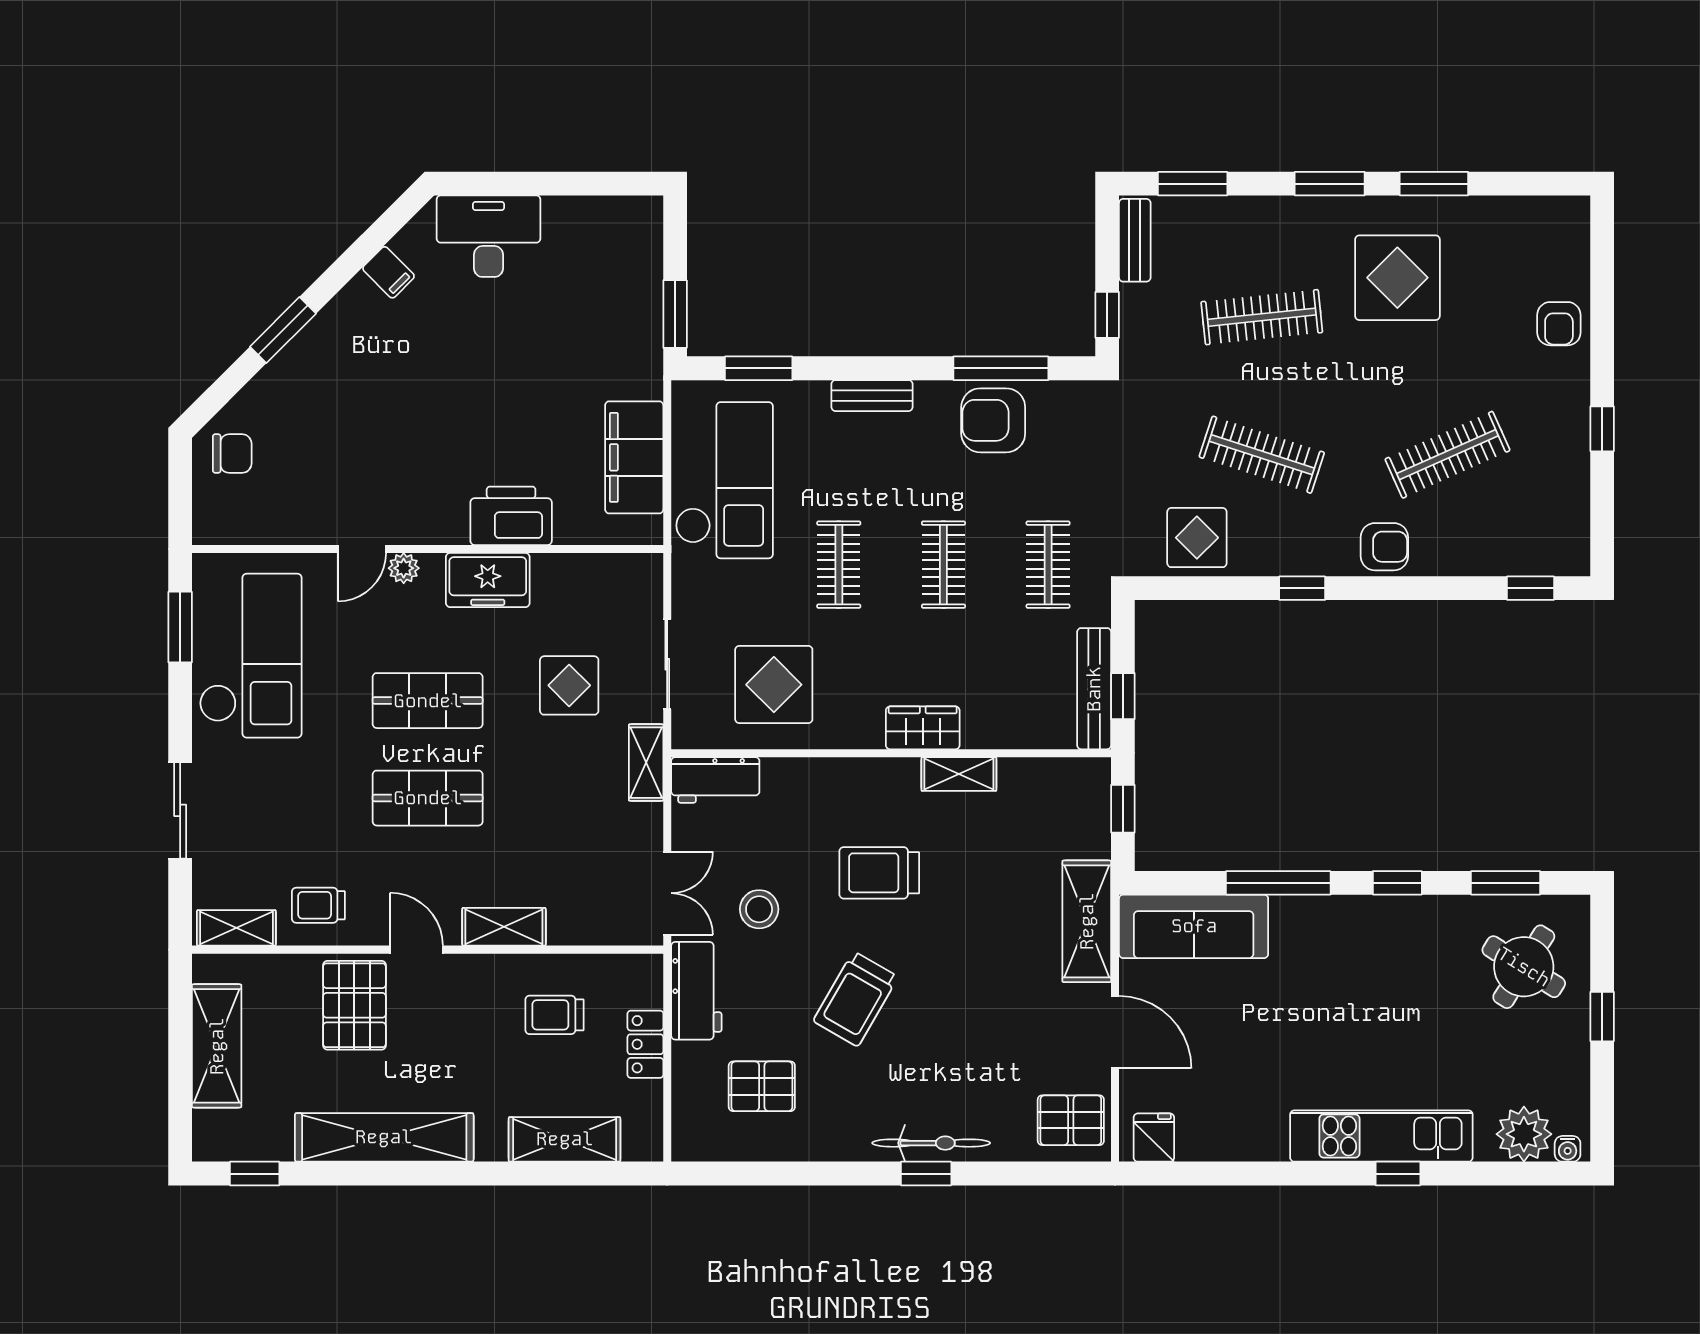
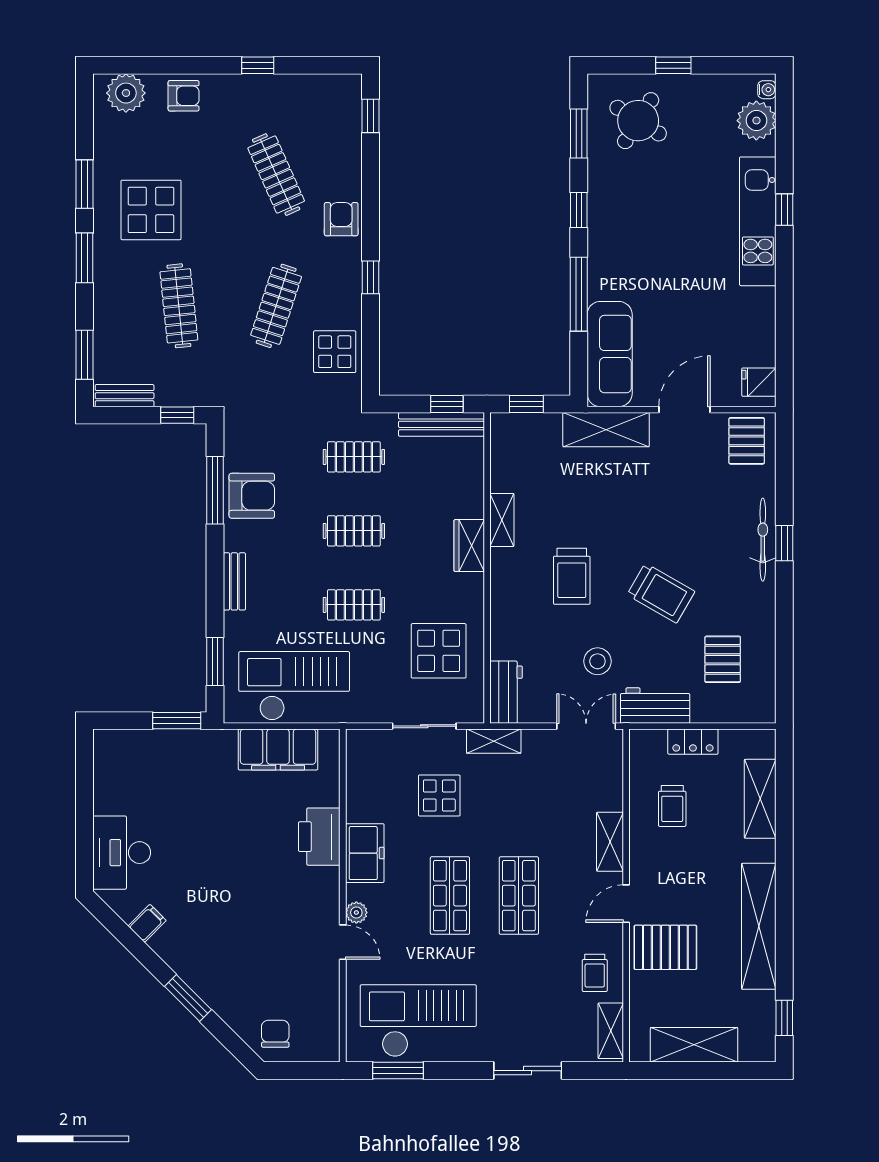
plant: (1563, 242) -> (126, 93), added
armchair: (993, 420) -> (252, 496), turned -90

